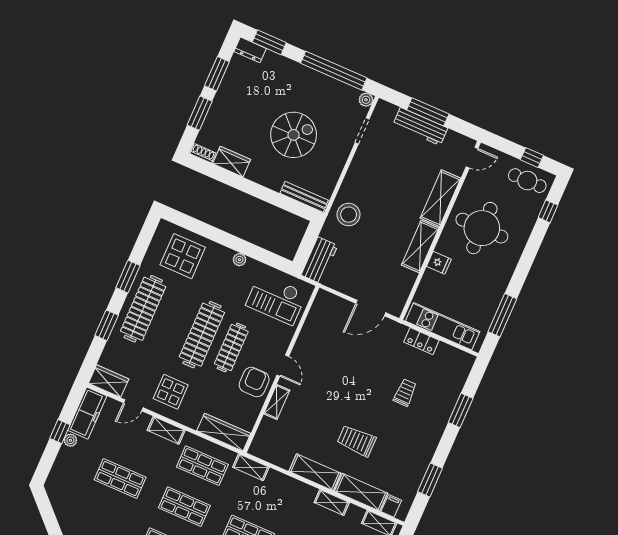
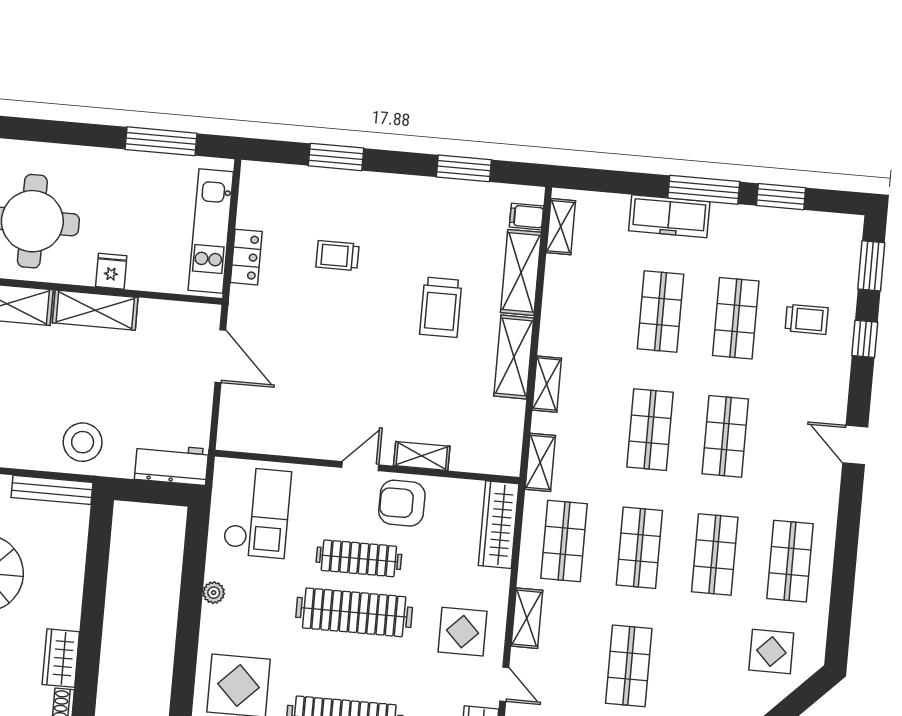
bench: (304, 197) -> (52, 490), moved, turned 90
shelving: (332, 502) -> (547, 384), moved

